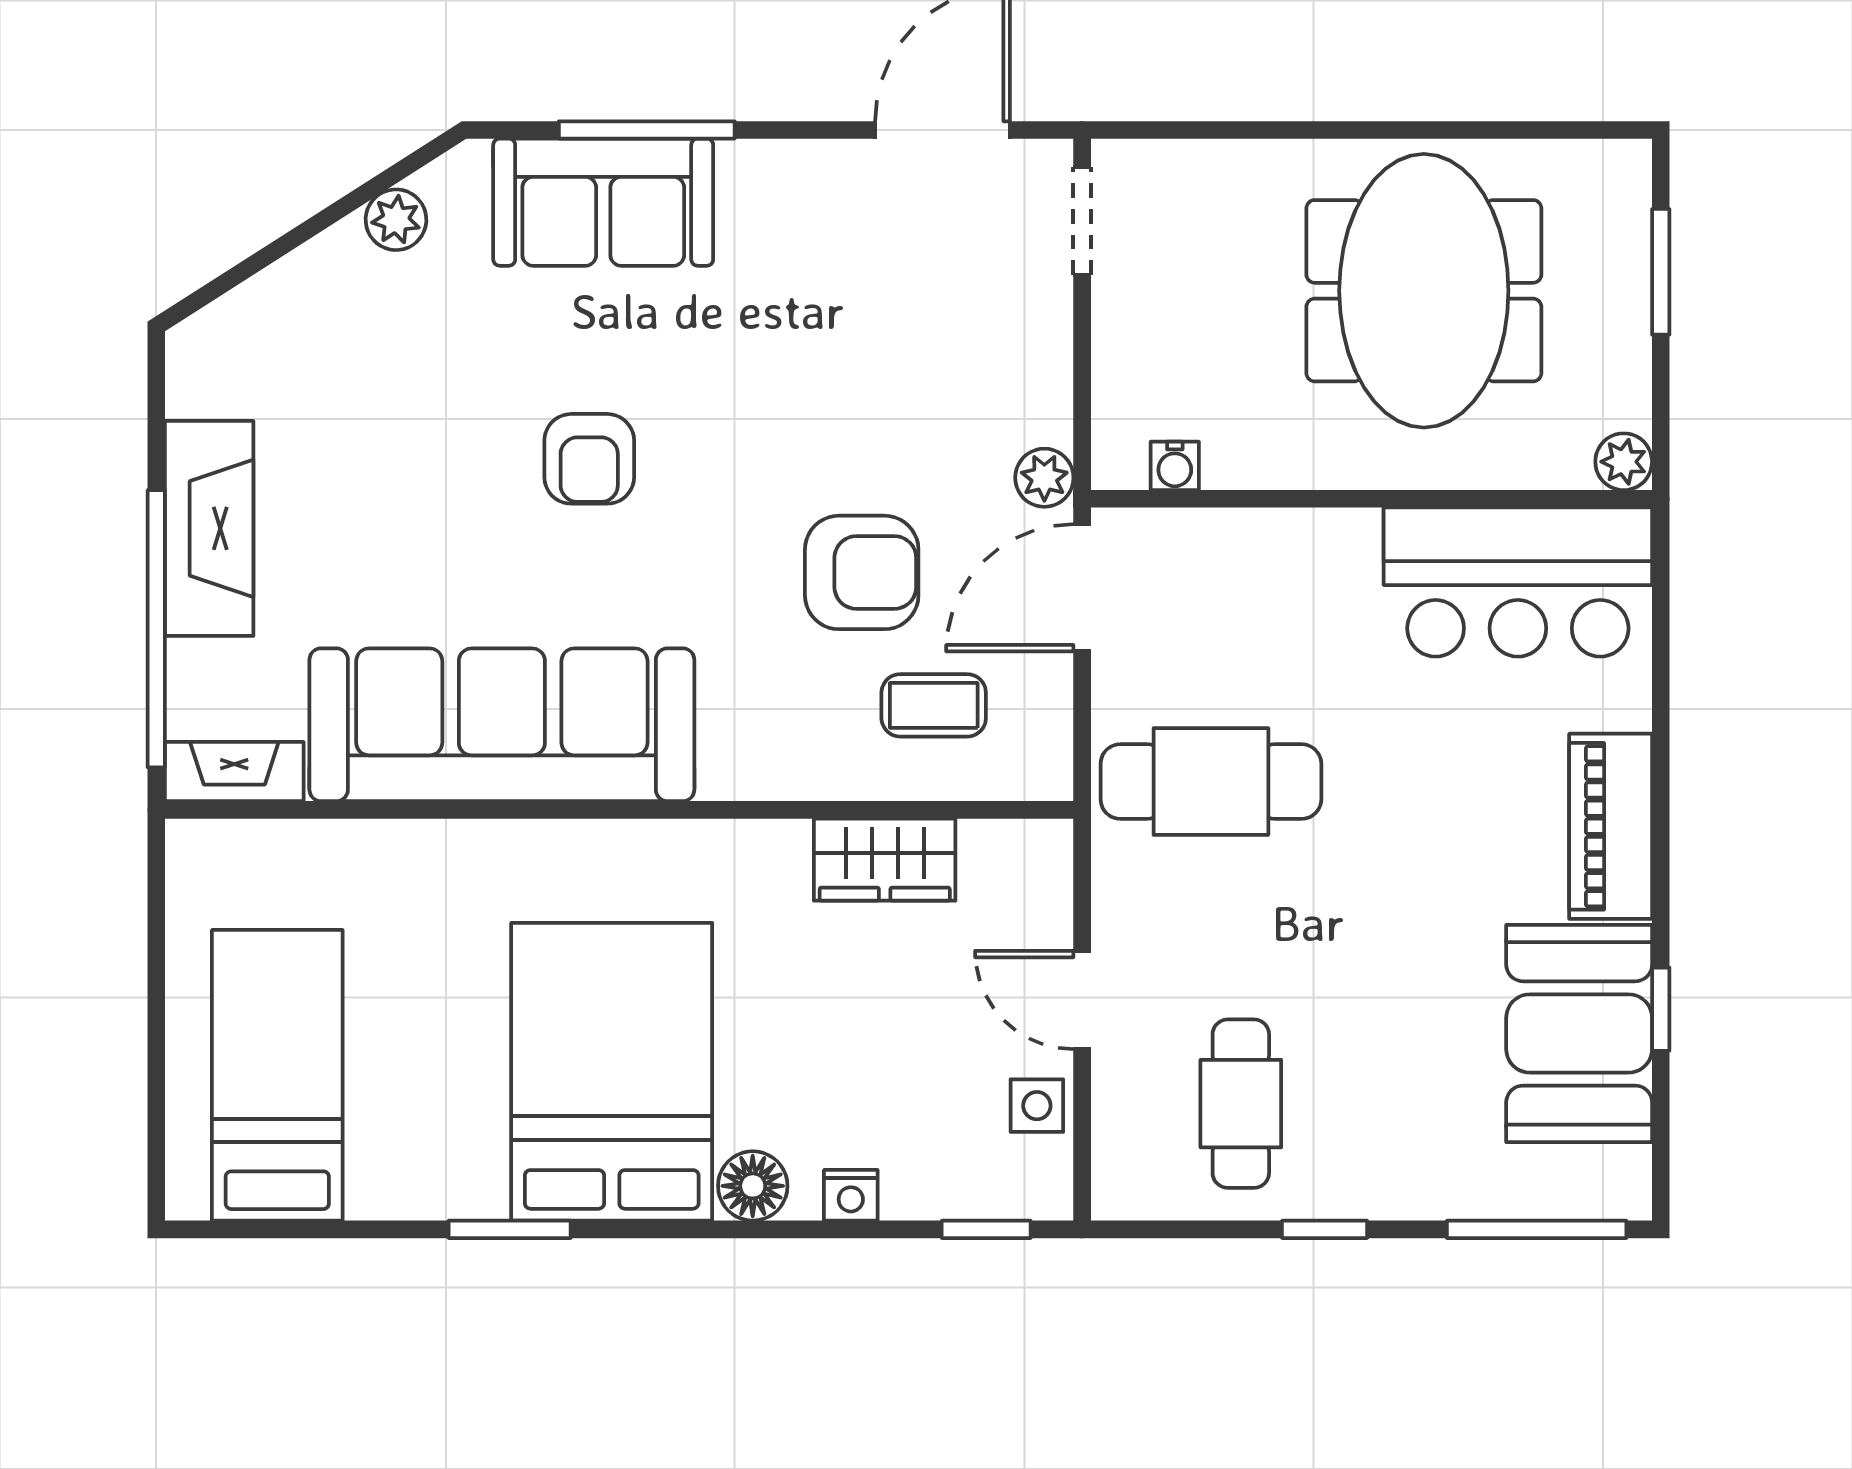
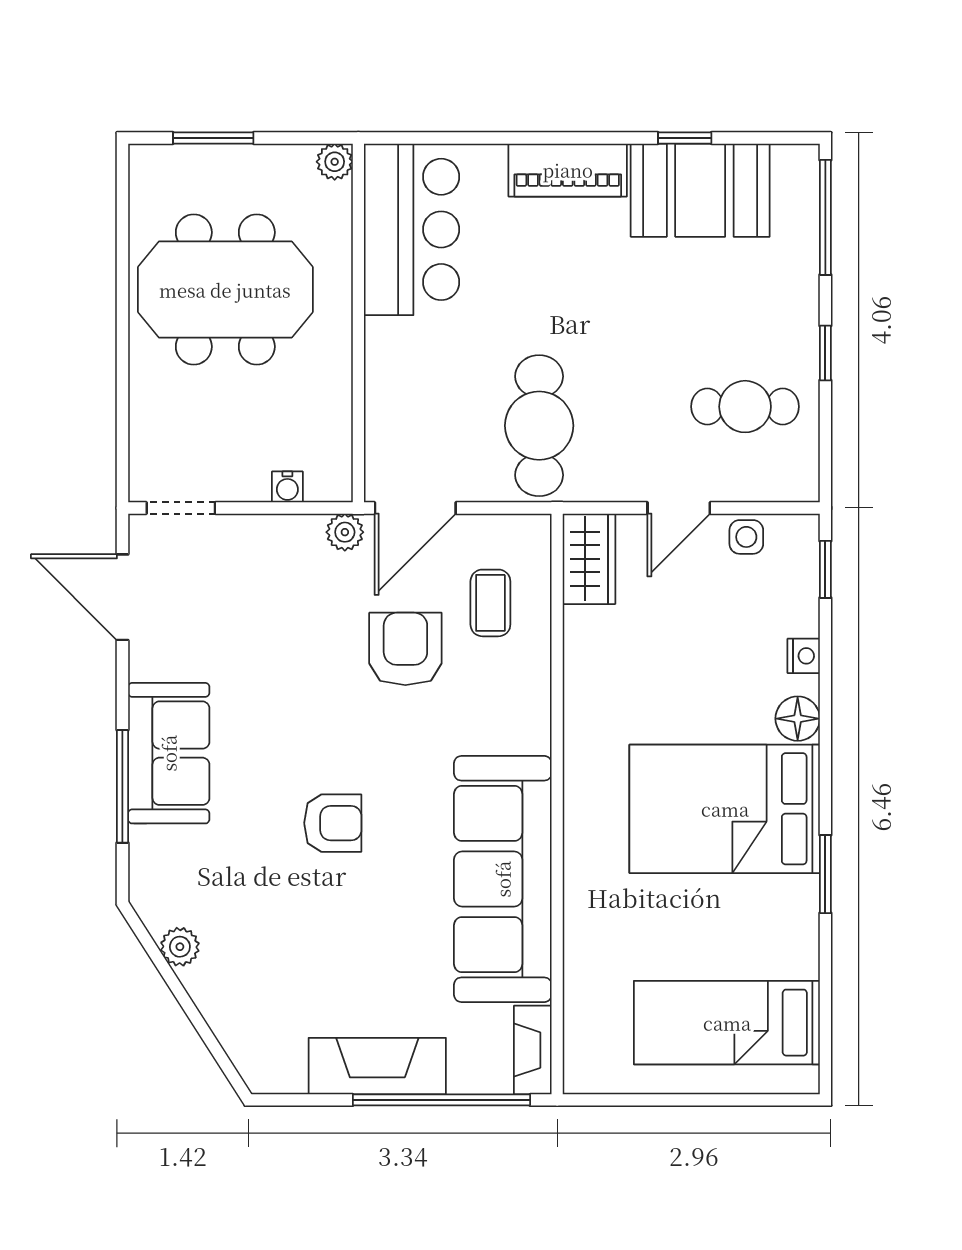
sofa: (603, 202) -> (169, 753), moved
water cooler: (1175, 466) -> (287, 487), moved, turned 90
door: (1082, 588) -> (415, 508), hinge flipped
wardrobe: (885, 860) -> (589, 559), moved

